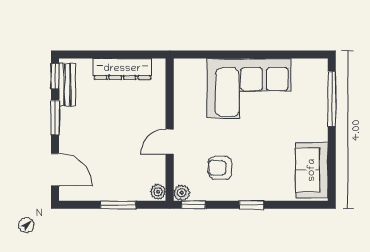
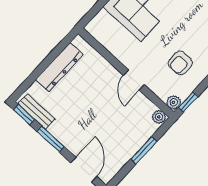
door: (55, 169) -> (84, 170), hinge flipped

